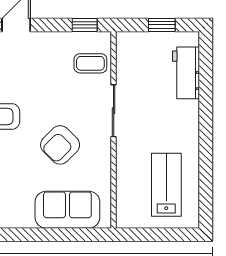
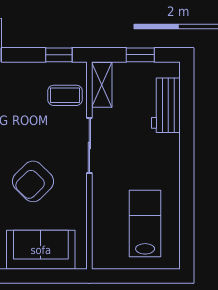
shelving: (125, 53) -> (102, 85), added

